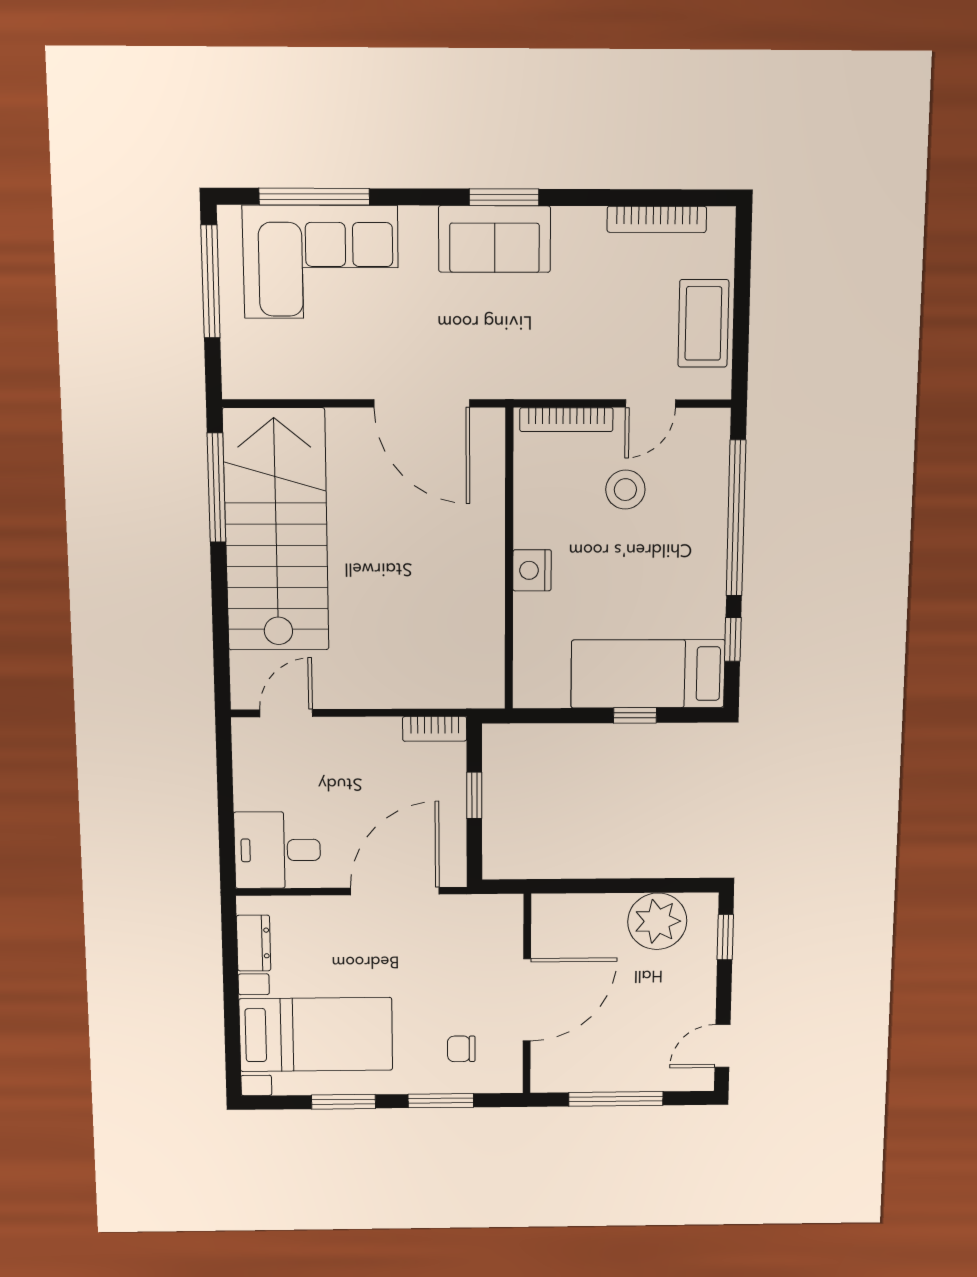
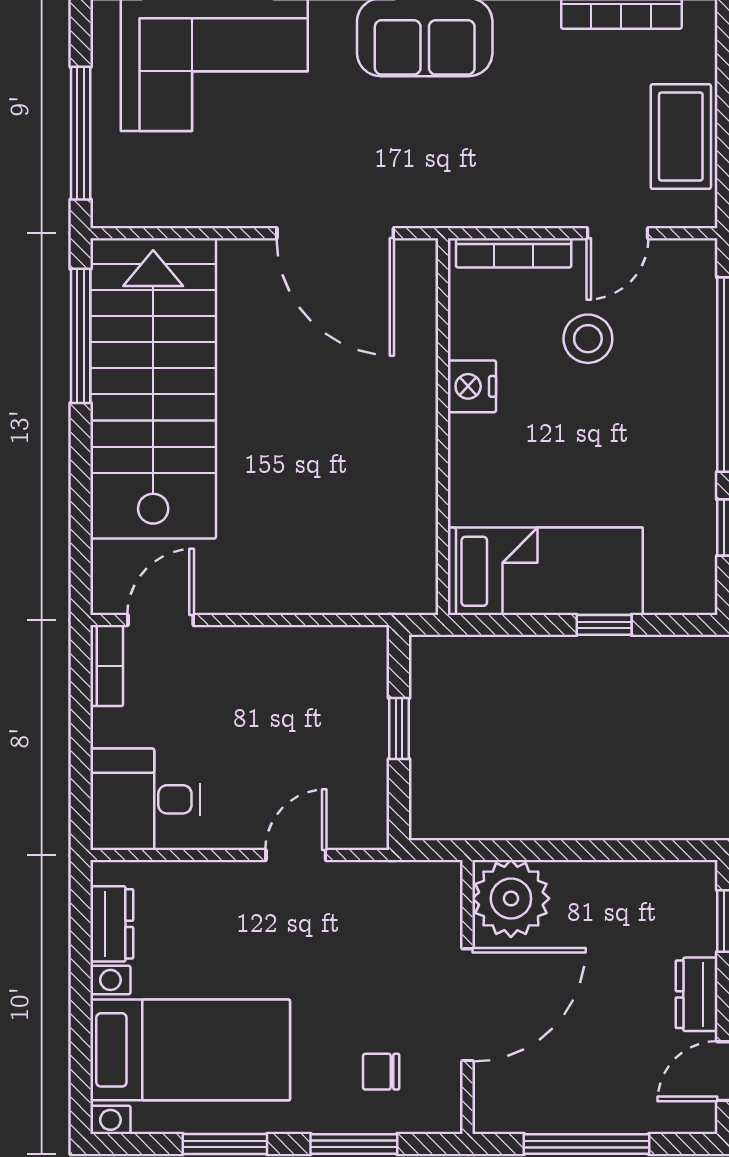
window: (211, 282) -> (81, 133), moved
nightstand: (532, 570) -> (472, 386), moved
bed: (648, 674) -> (545, 571), moved, turned 180
bookcase: (435, 729) -> (107, 666), moved, turned -90
door: (395, 891) -> (296, 855), width x0.53
plant: (657, 921) -> (511, 898), moved
dresser: (701, 991) -> (697, 994), added

